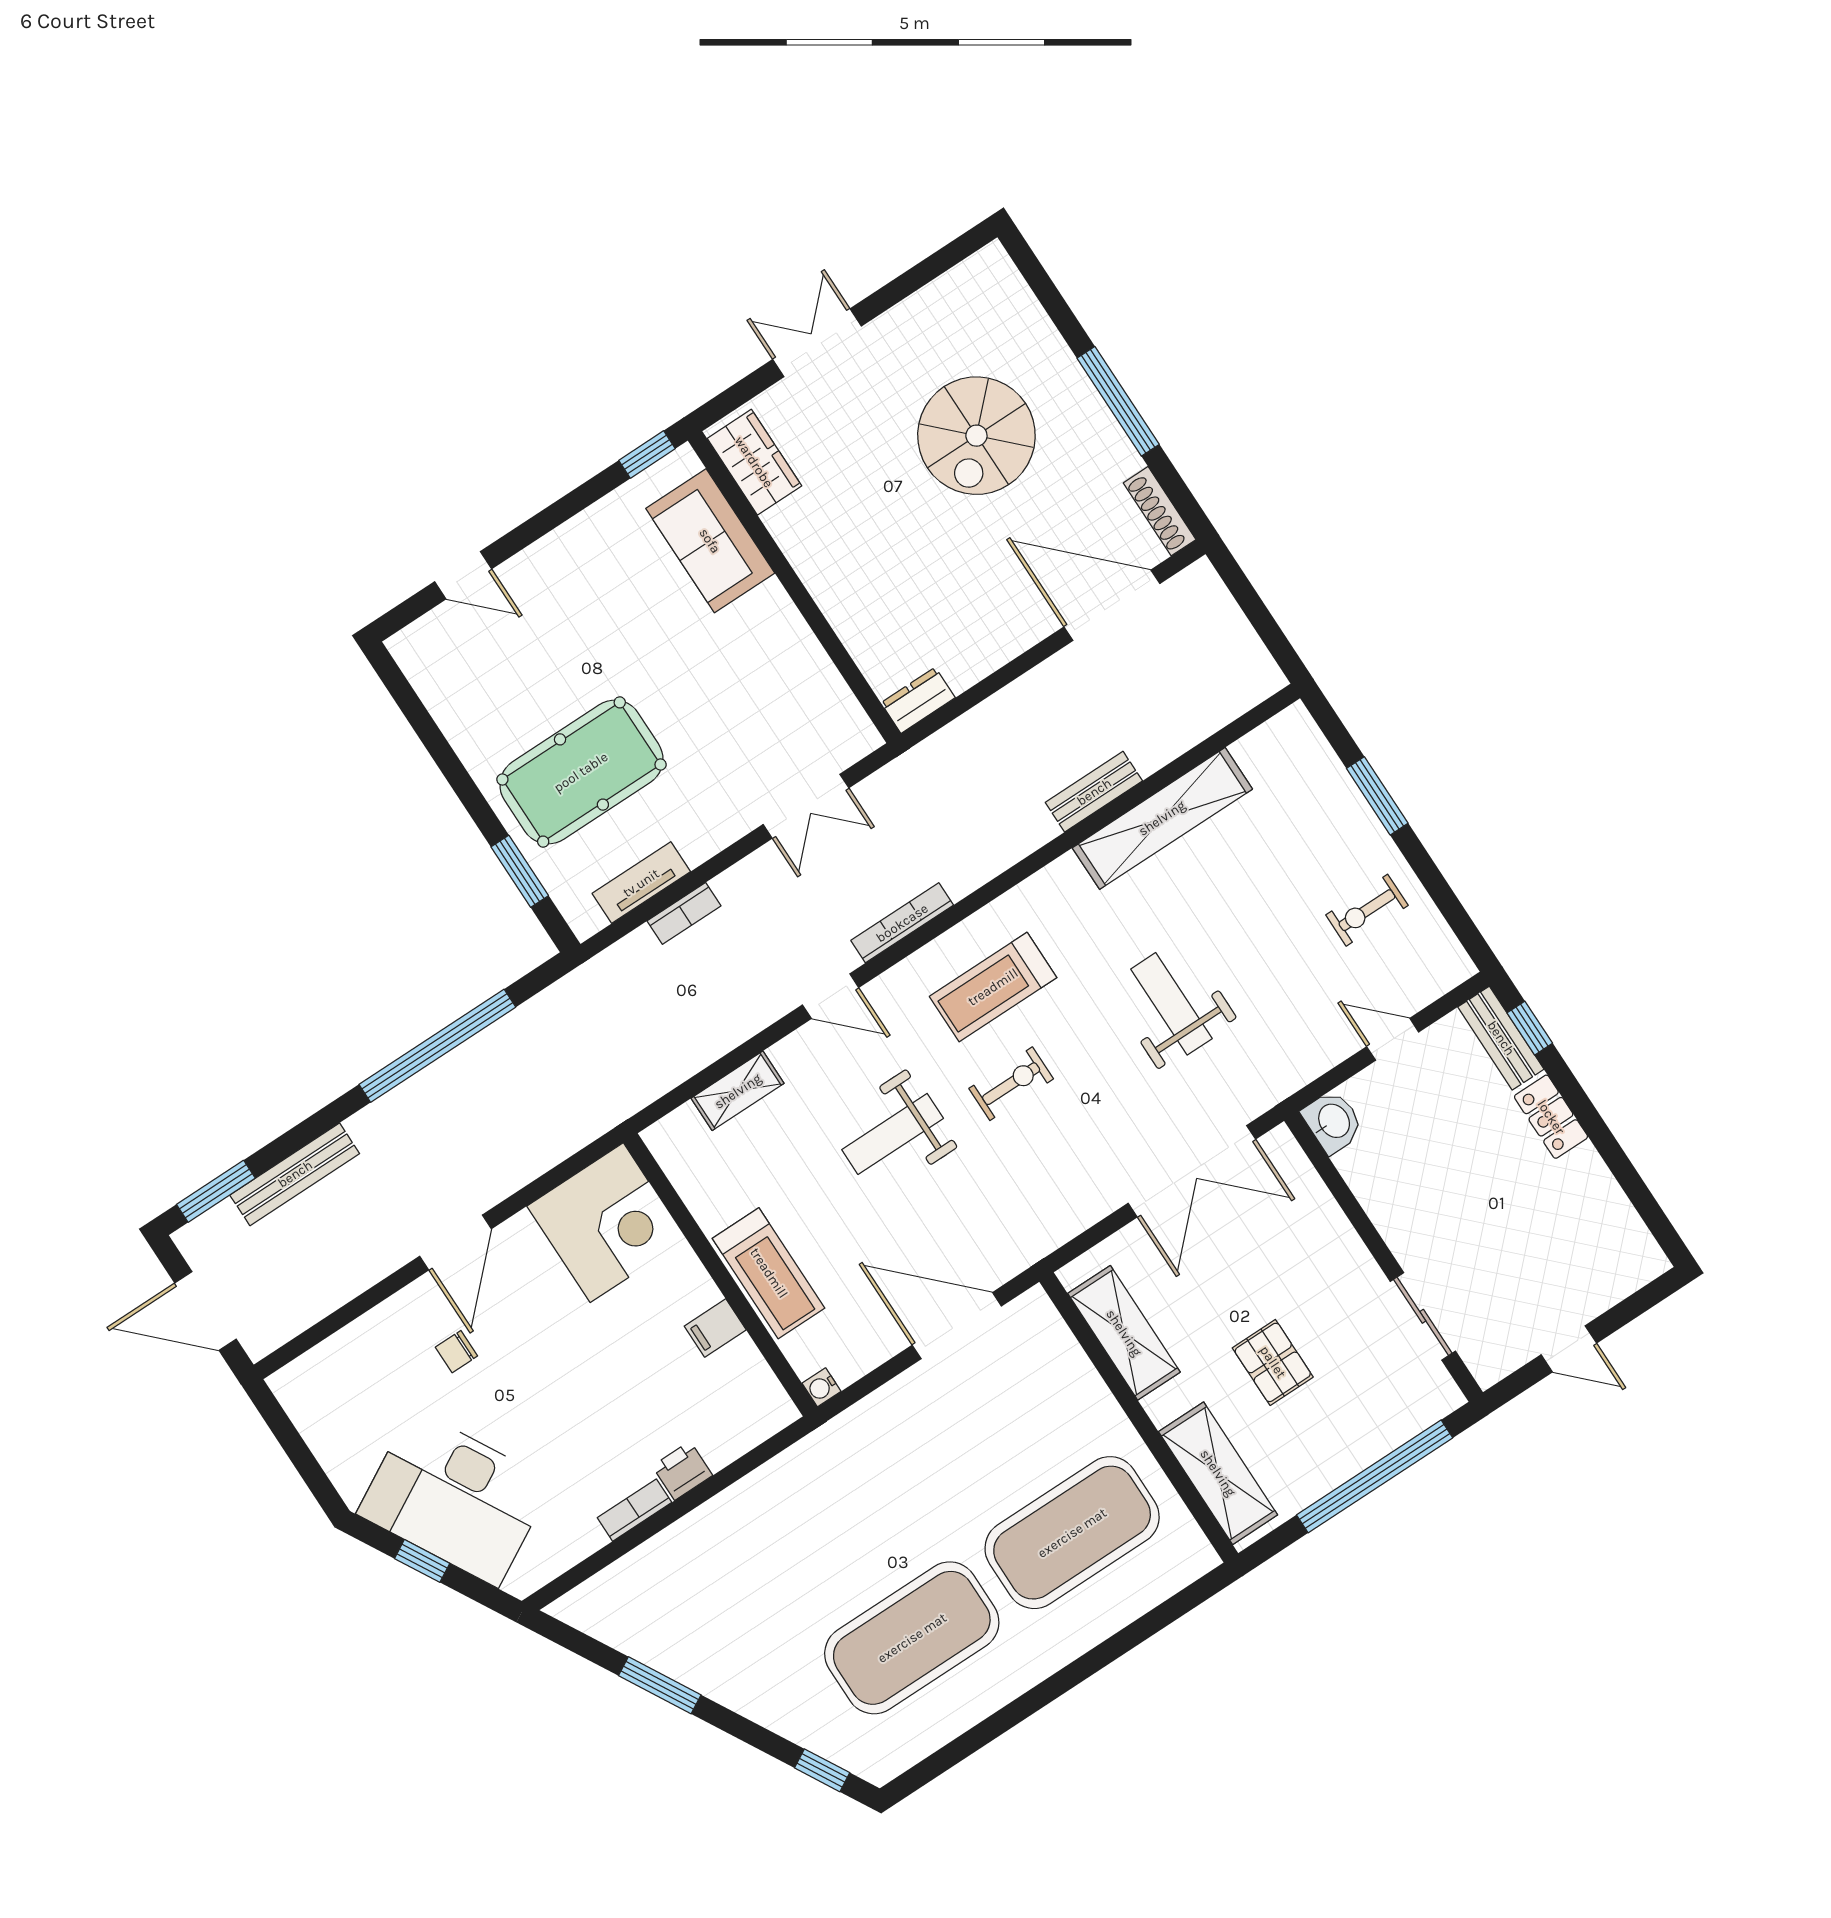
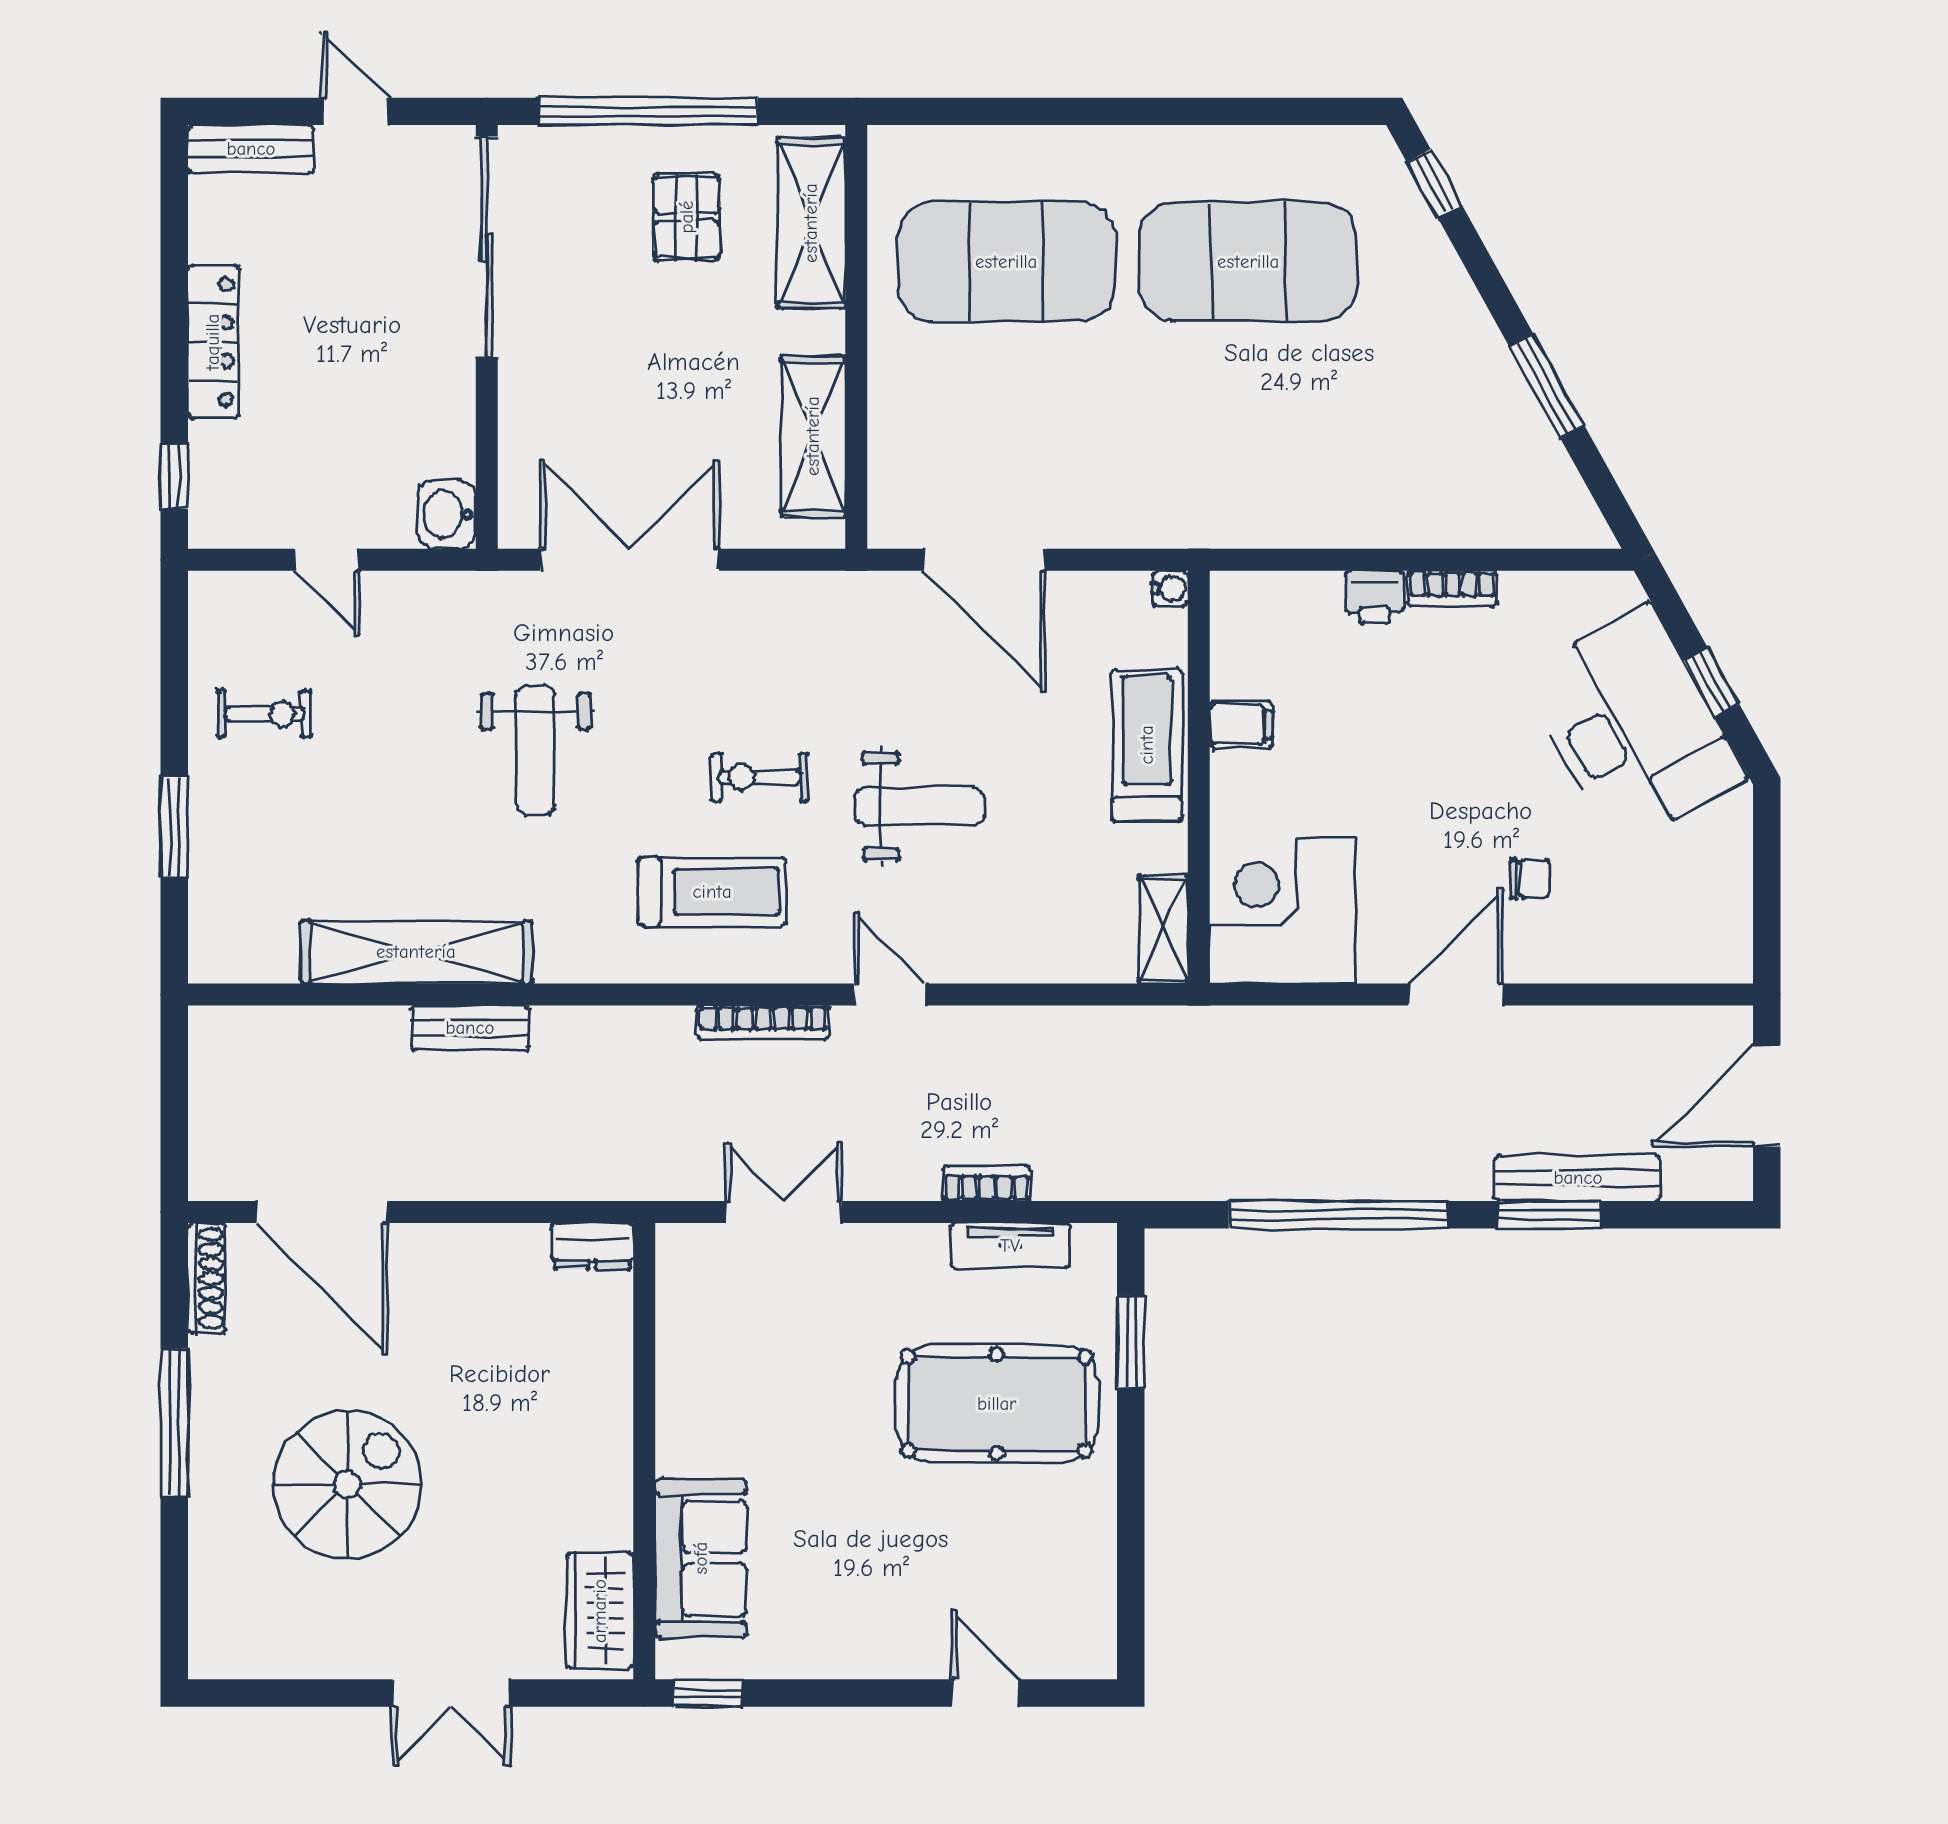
bench: (1501, 1038) -> (251, 149), moved, turned 90
shelving: (738, 1091) -> (1163, 929), moved, turned 90
locker: (1551, 1117) -> (213, 342), width x1.53
window: (216, 1191) -> (1549, 1215), moved
door: (205, 1311) -> (1767, 1096), swing flipped
sliding door: (1423, 1316) -> (487, 247), width x1.86
pallet: (1273, 1362) -> (687, 217), moved

